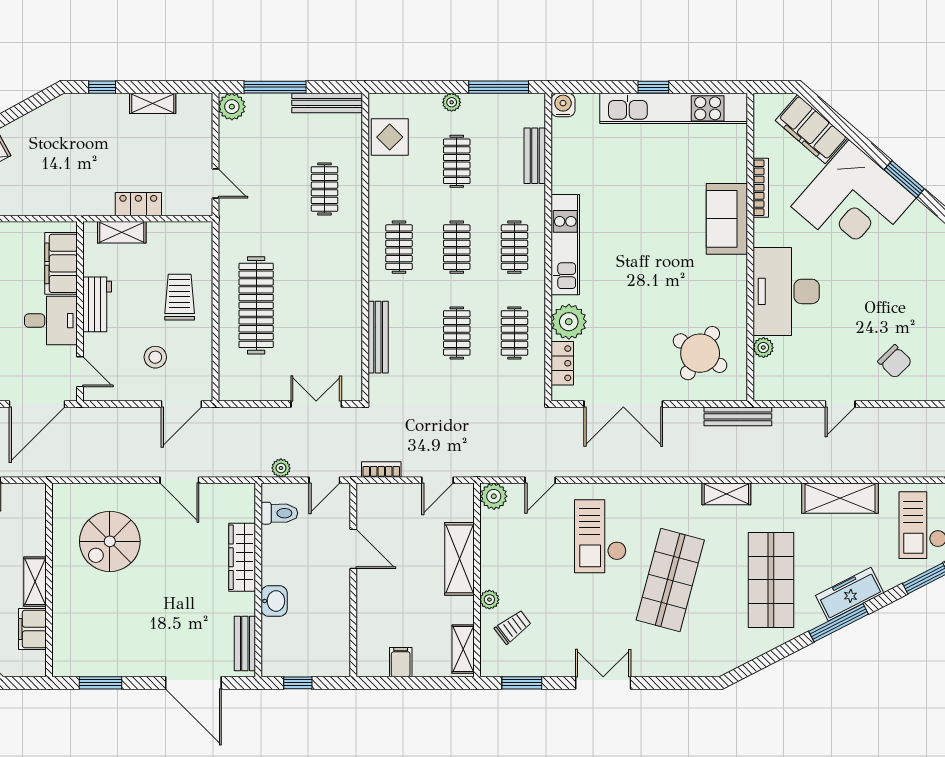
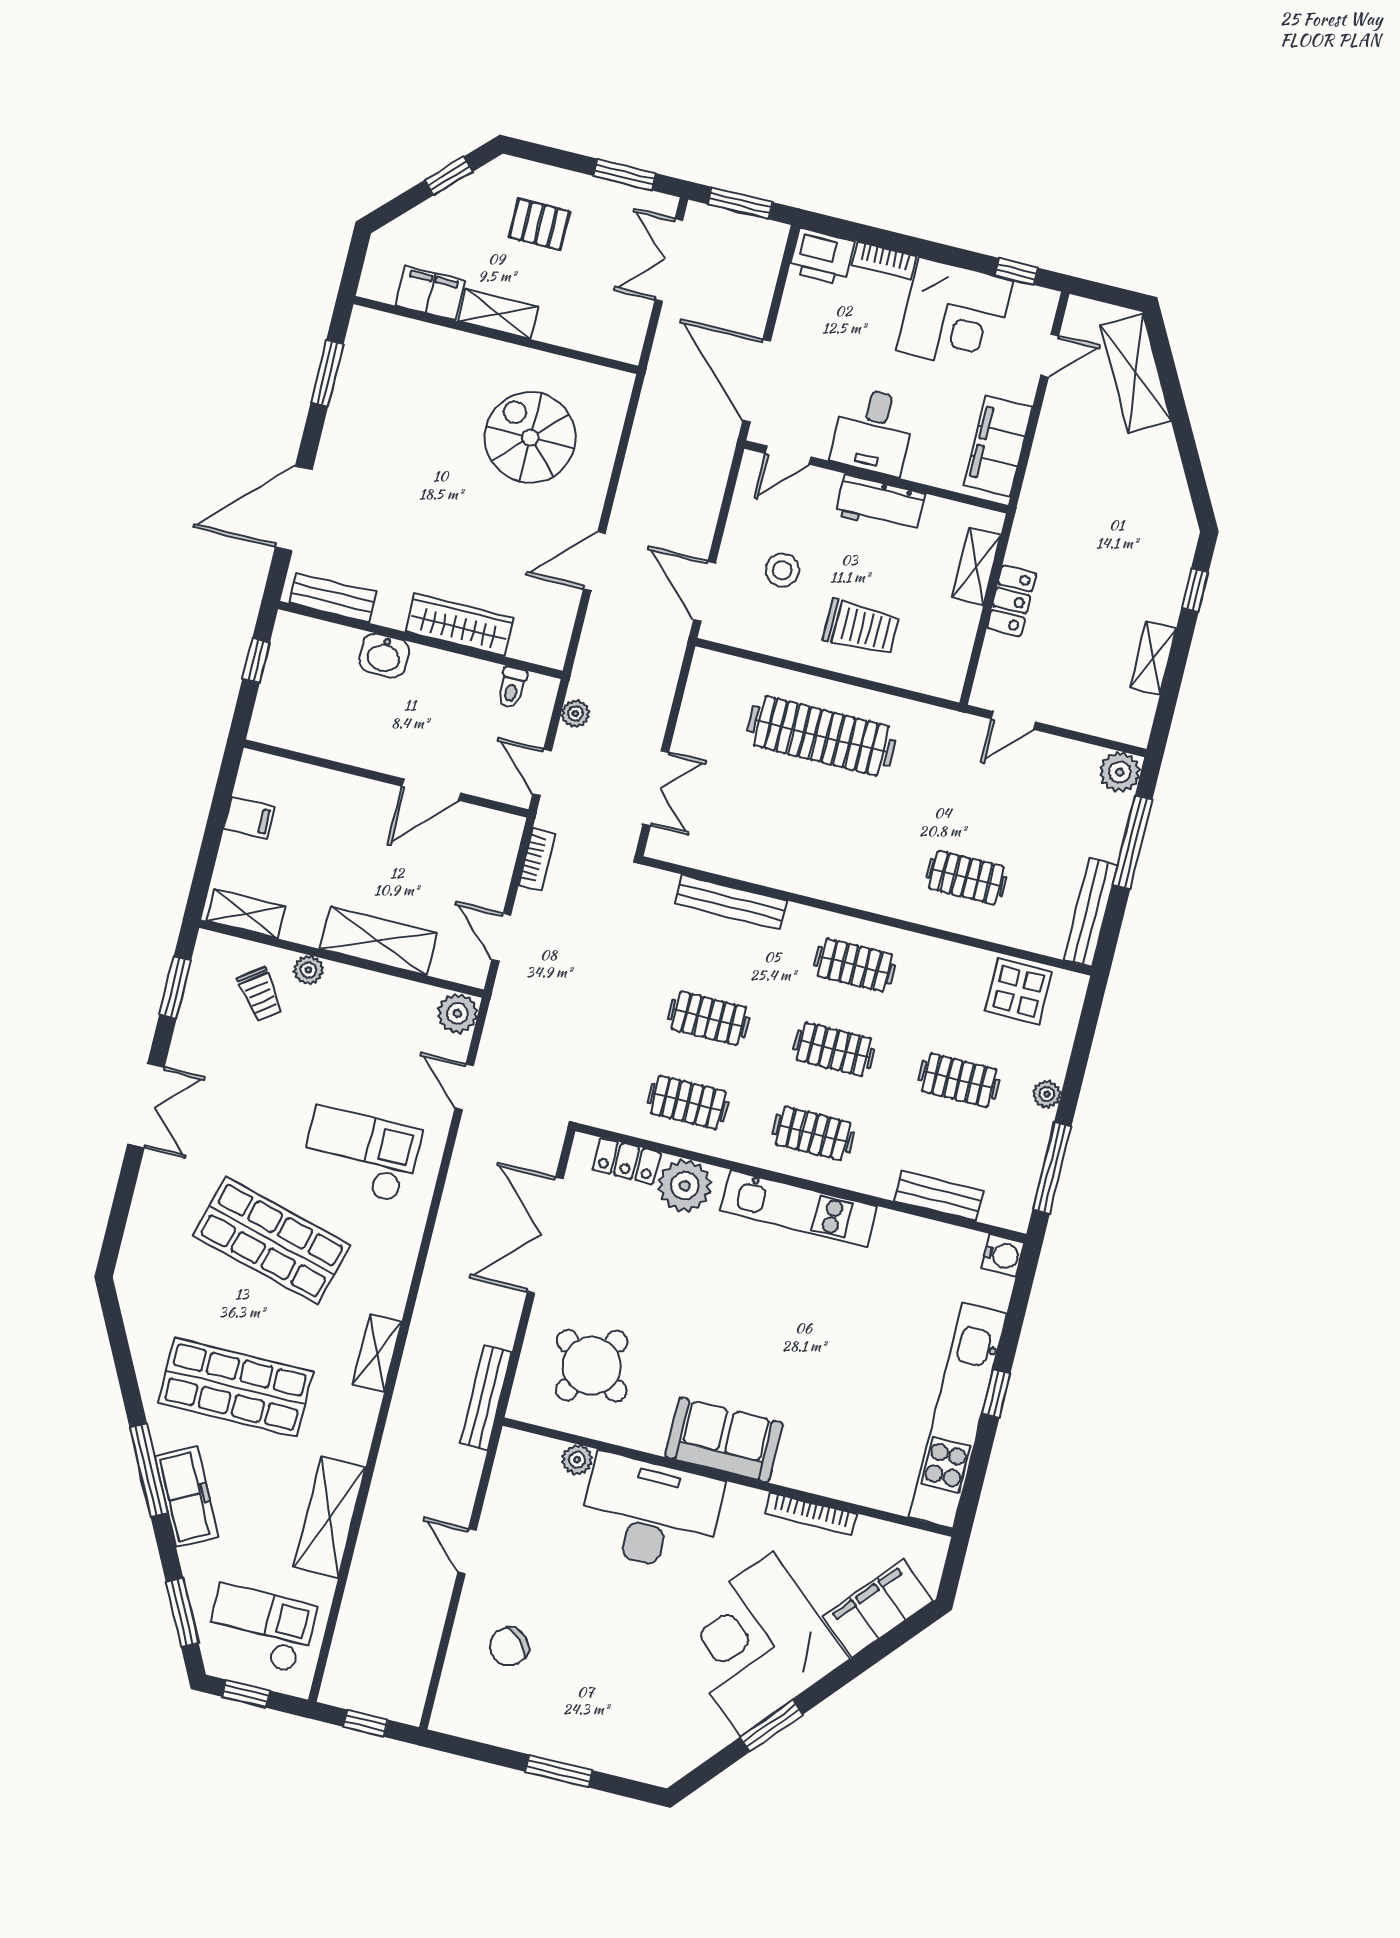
sofa: (727, 219) -> (724, 1440), moved
filing cabinet: (61, 263) -> (998, 446), moved, turned -90
toilet: (279, 513) -> (512, 687), width x0.73, depth x0.72

